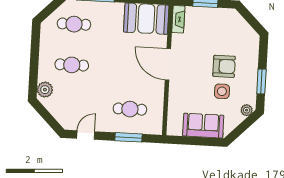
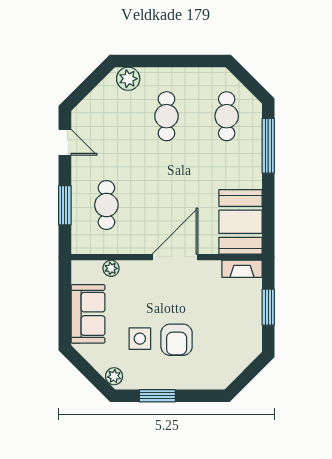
plant: (173, 108) -> (111, 268), added

